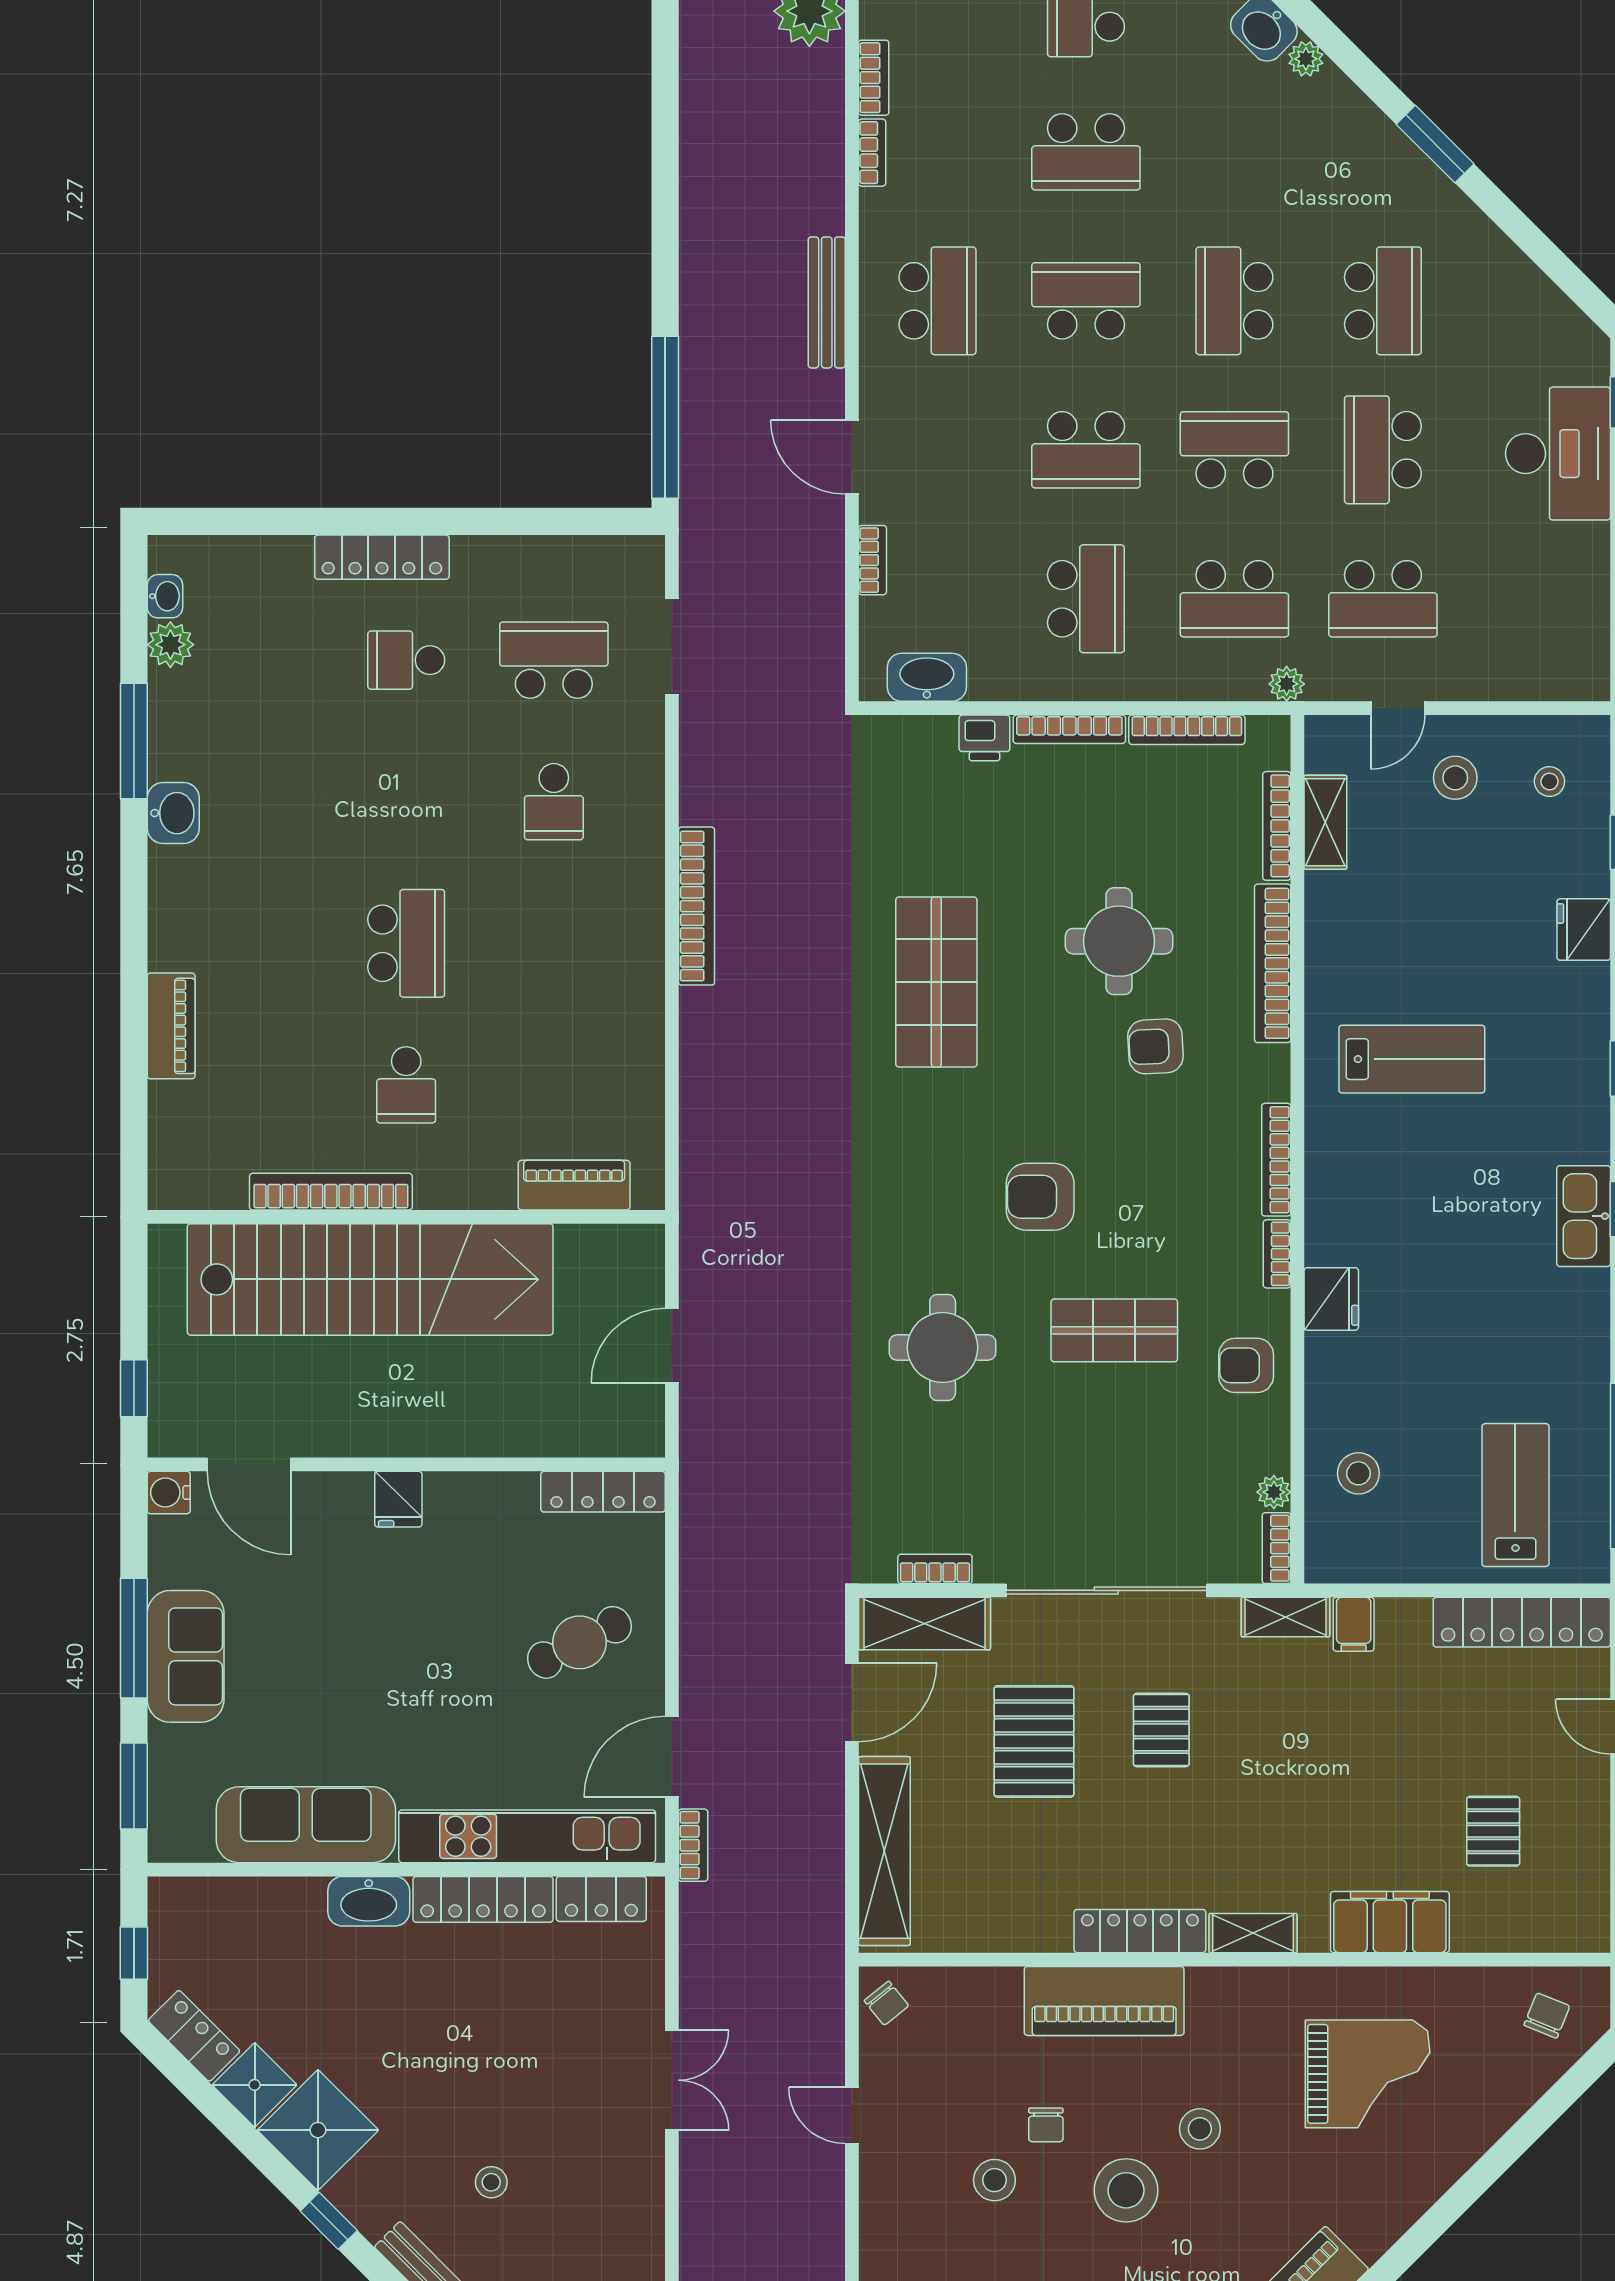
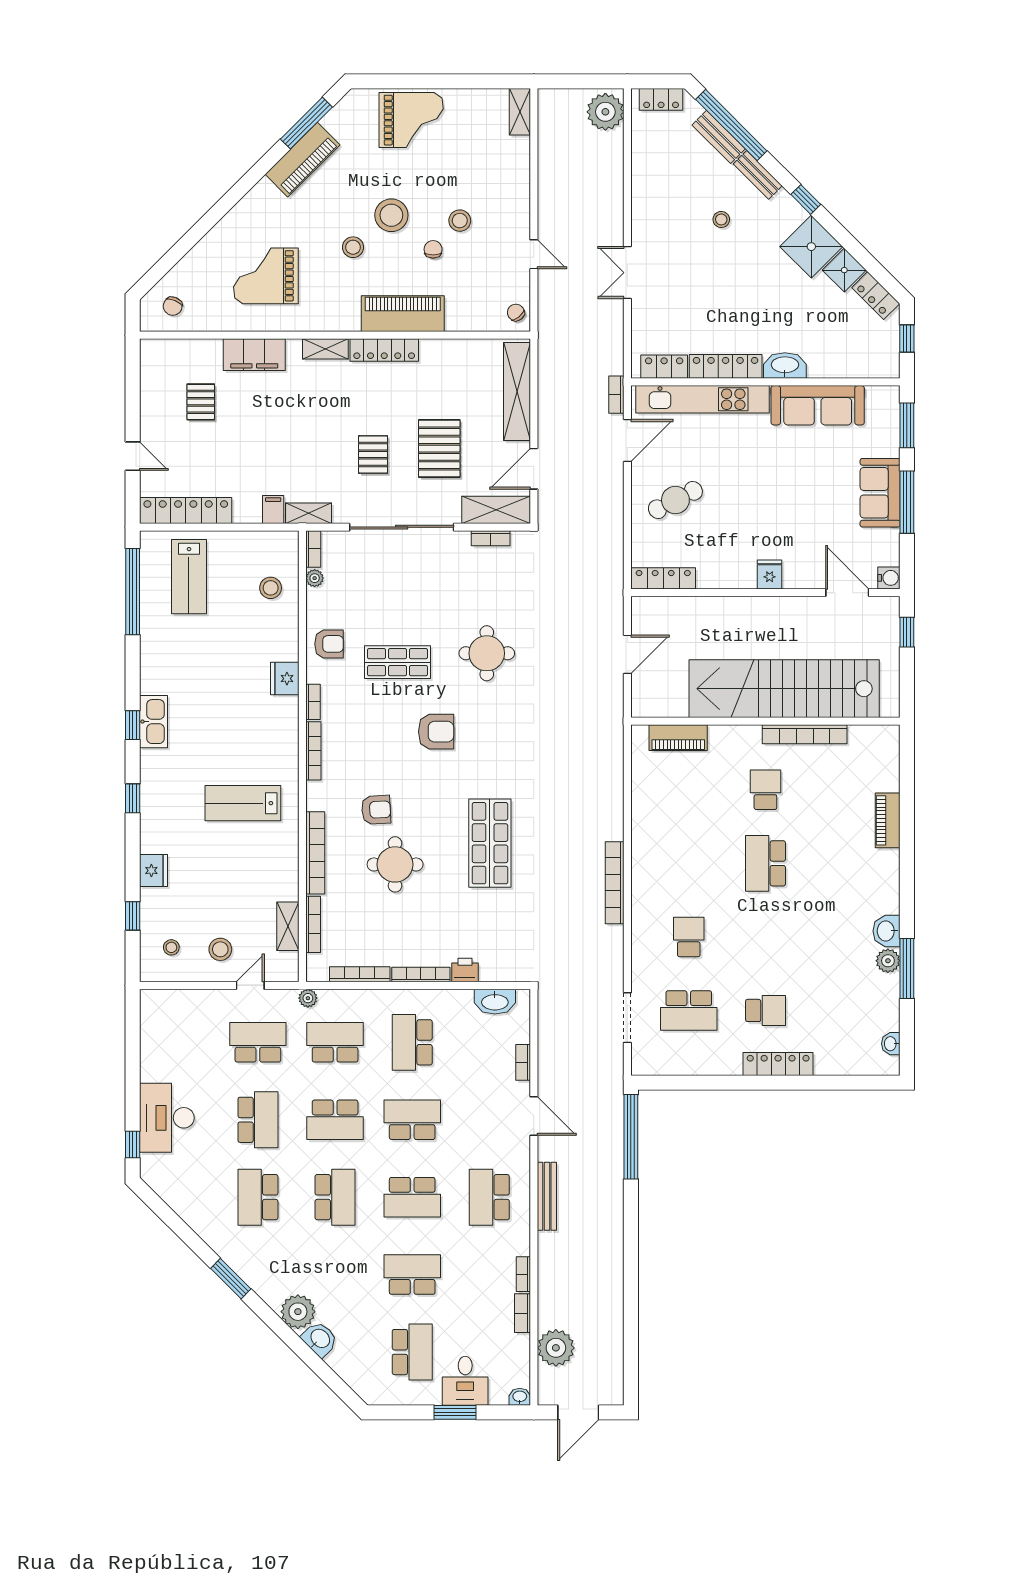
plant: (1306, 59) -> (298, 1312), width x1.88, depth x1.88
plant: (170, 645) -> (888, 961), moved

